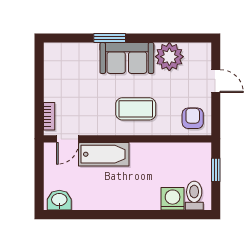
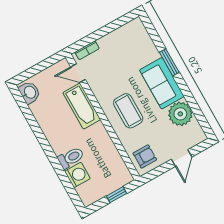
toilet: (194, 196) -> (71, 158), moved

